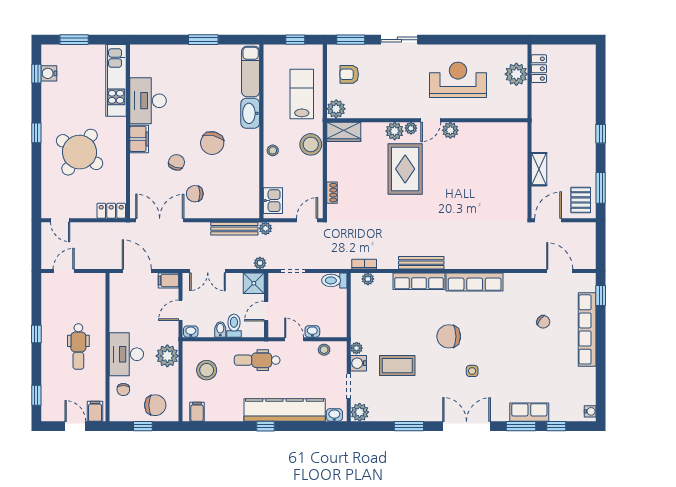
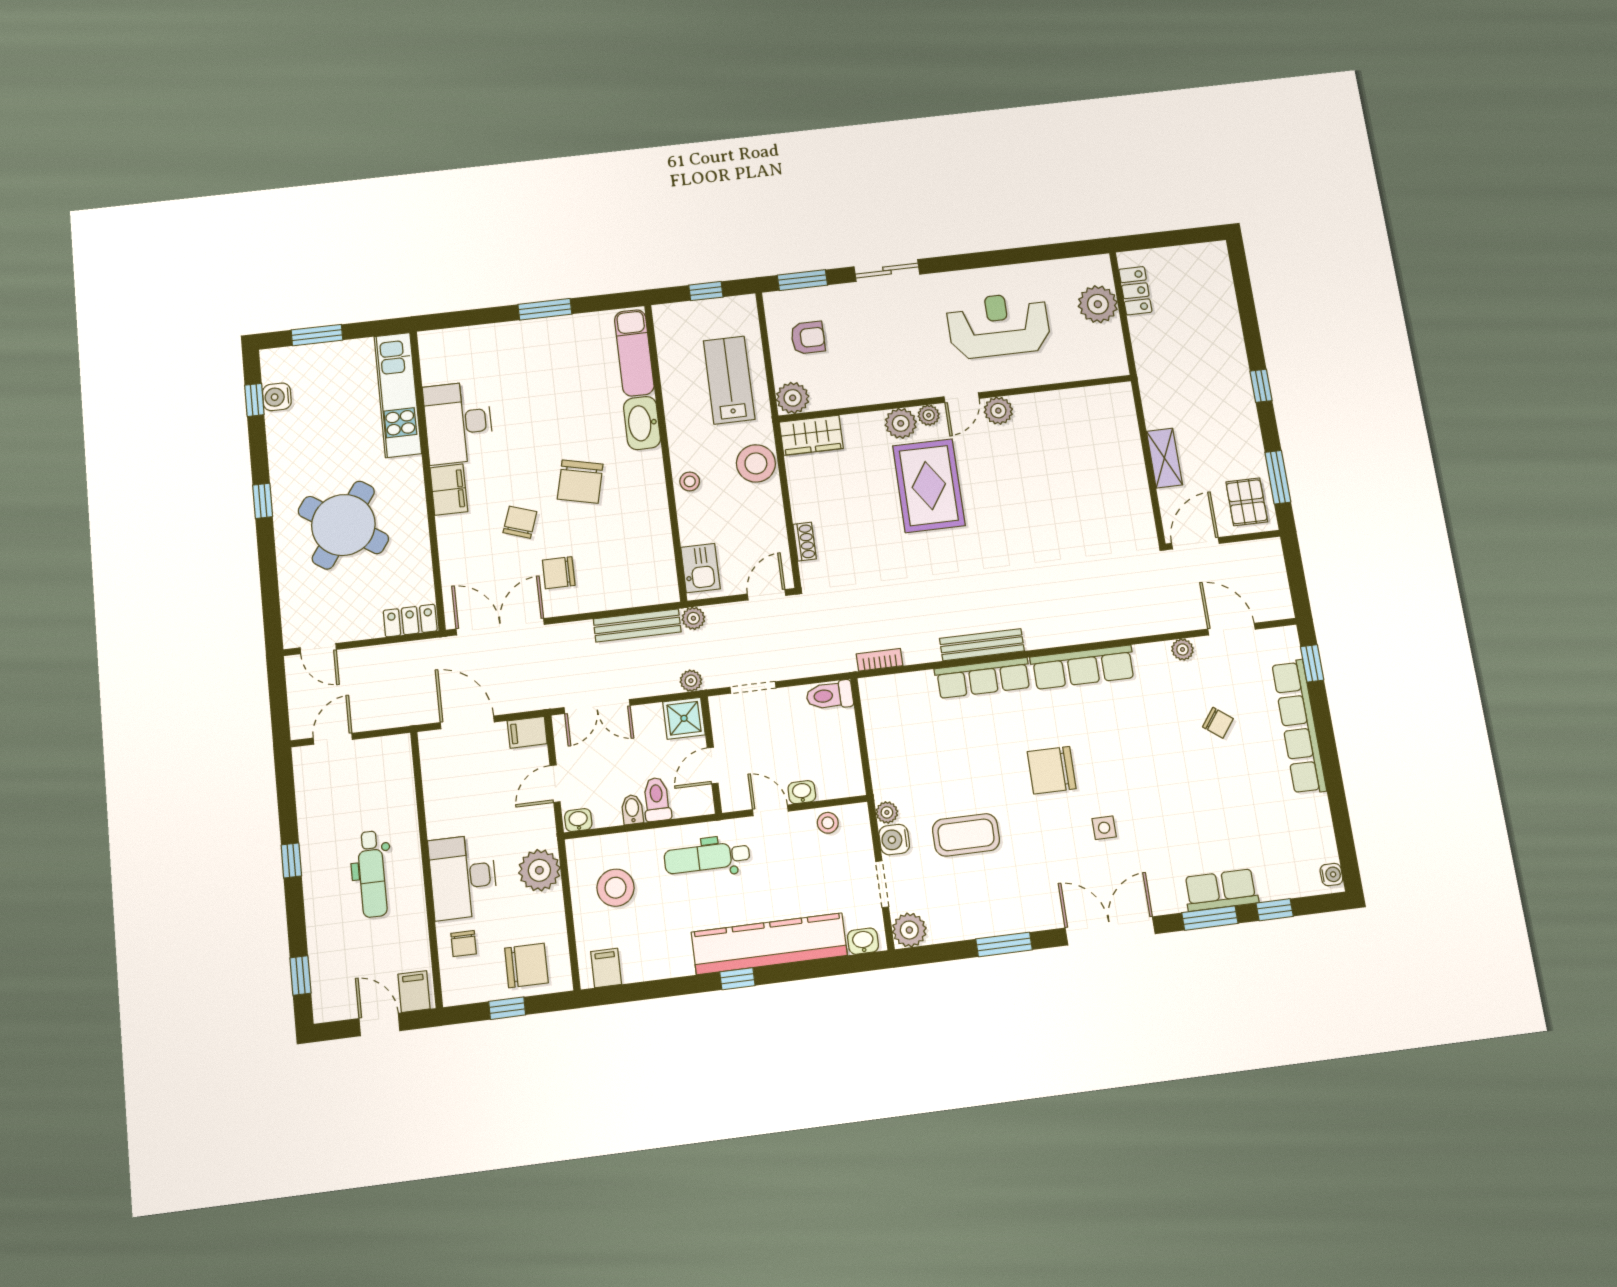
armchair: (349, 74) -> (808, 338), turned 180
plant: (368, 279) -> (1182, 649), moved

